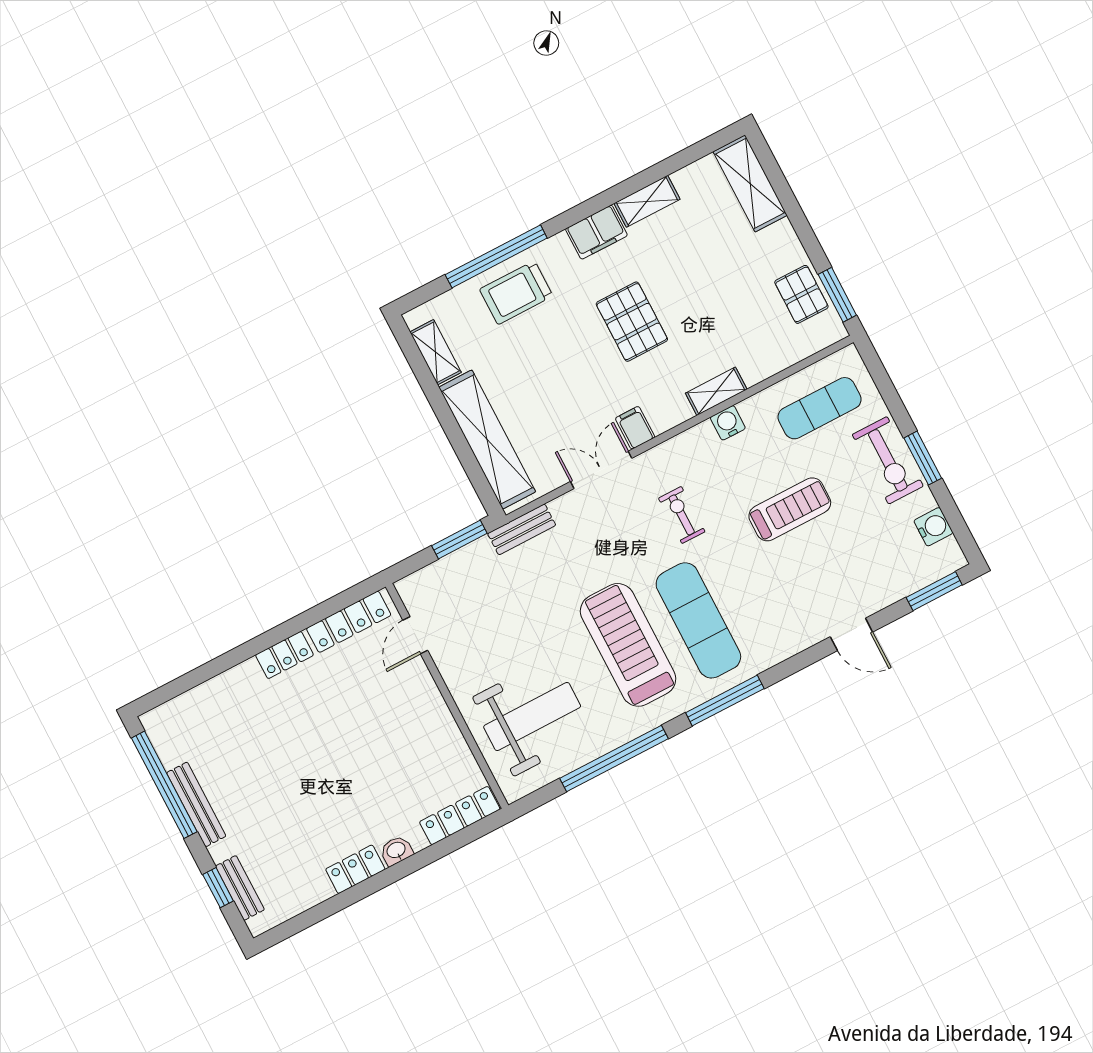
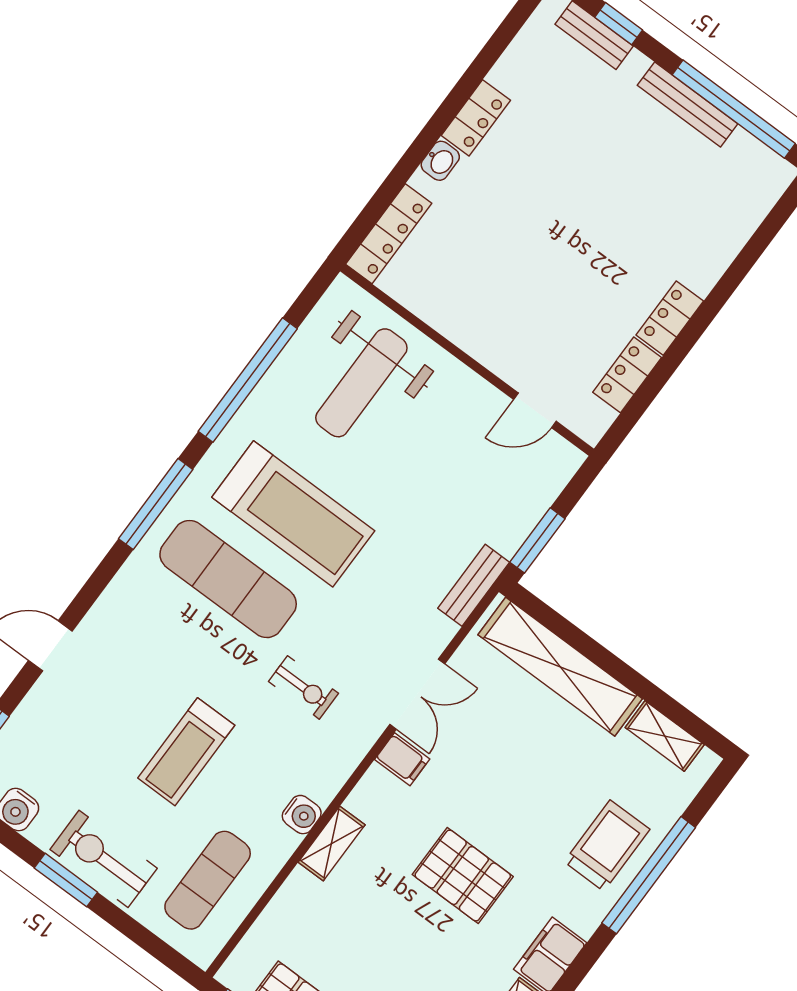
locker: (349, 622) -> (627, 375), width x0.66
door: (415, 635) -> (535, 410), swing flipped

